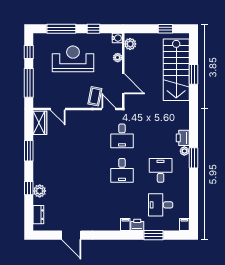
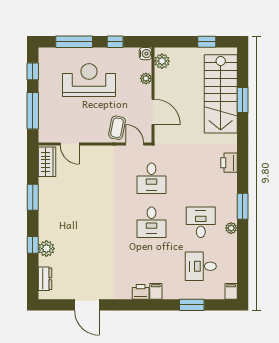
printer: (183, 138) -> (229, 163), moved
plant: (184, 151) -> (231, 228), moved
printer: (137, 225) -> (141, 292), moved

